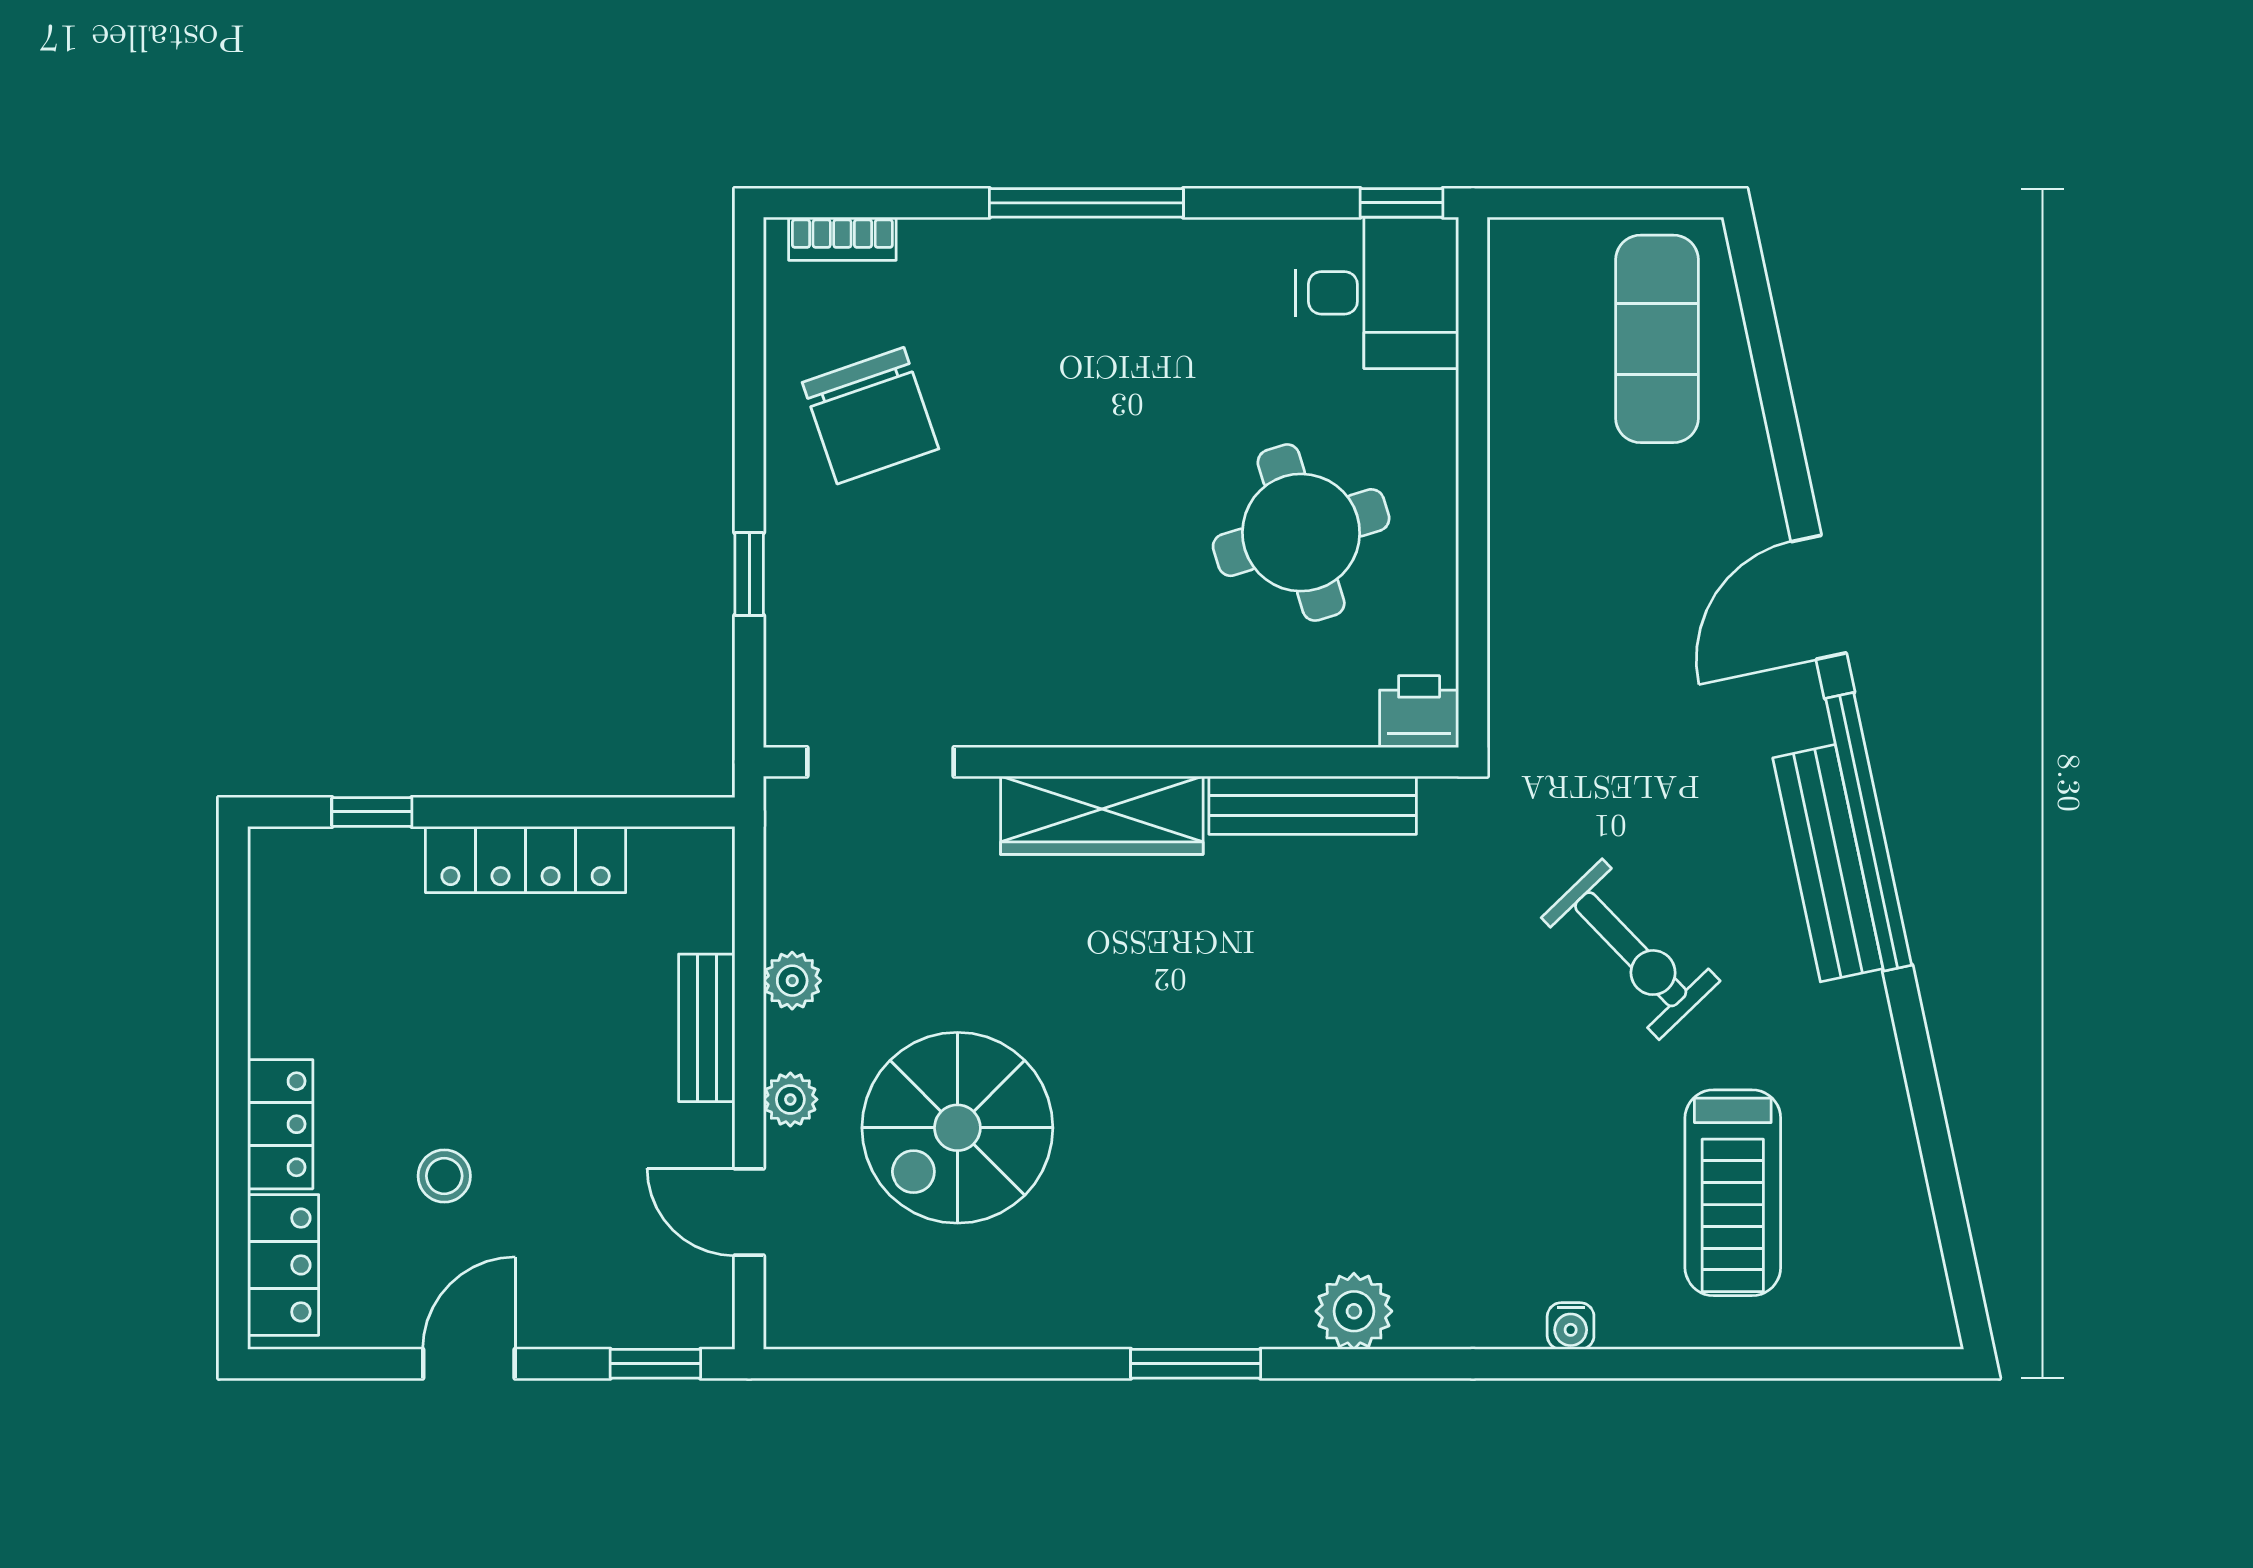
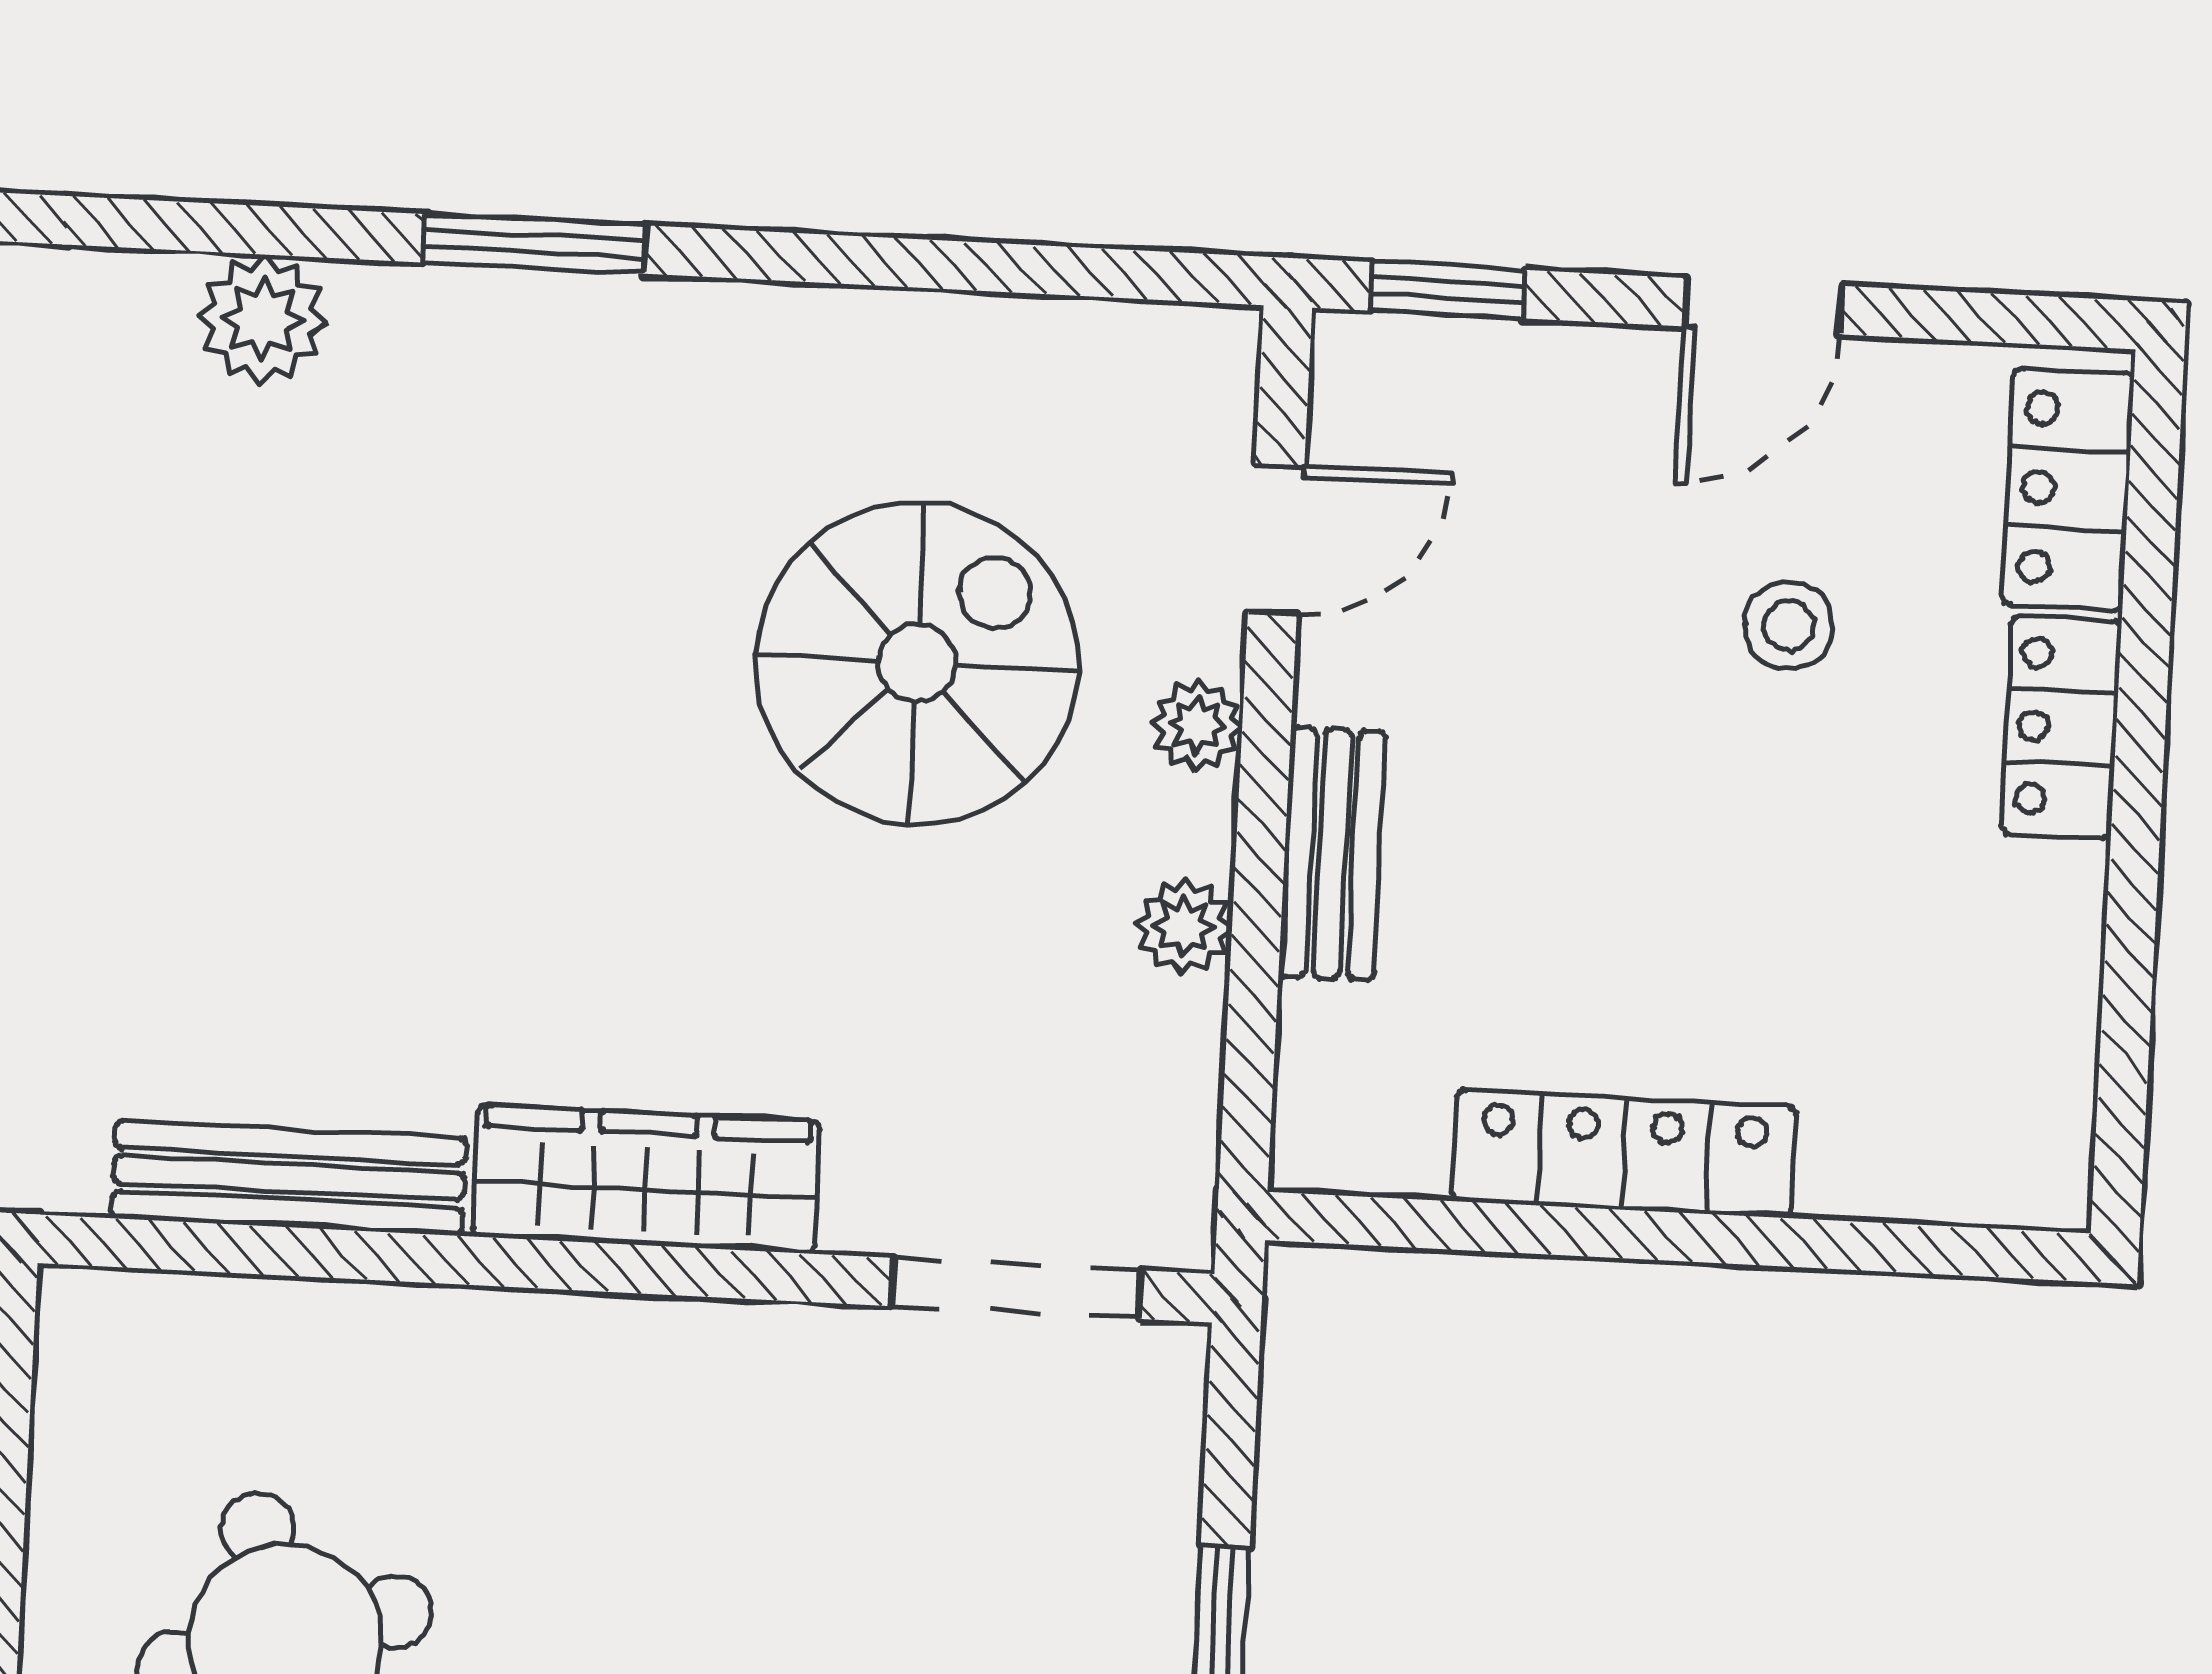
printer: (1419, 712) -> (101, 1327), removed
window: (372, 812) -> (1879, 1247), removed
door: (749, 1212) -> (1276, 539), hinge flipped

